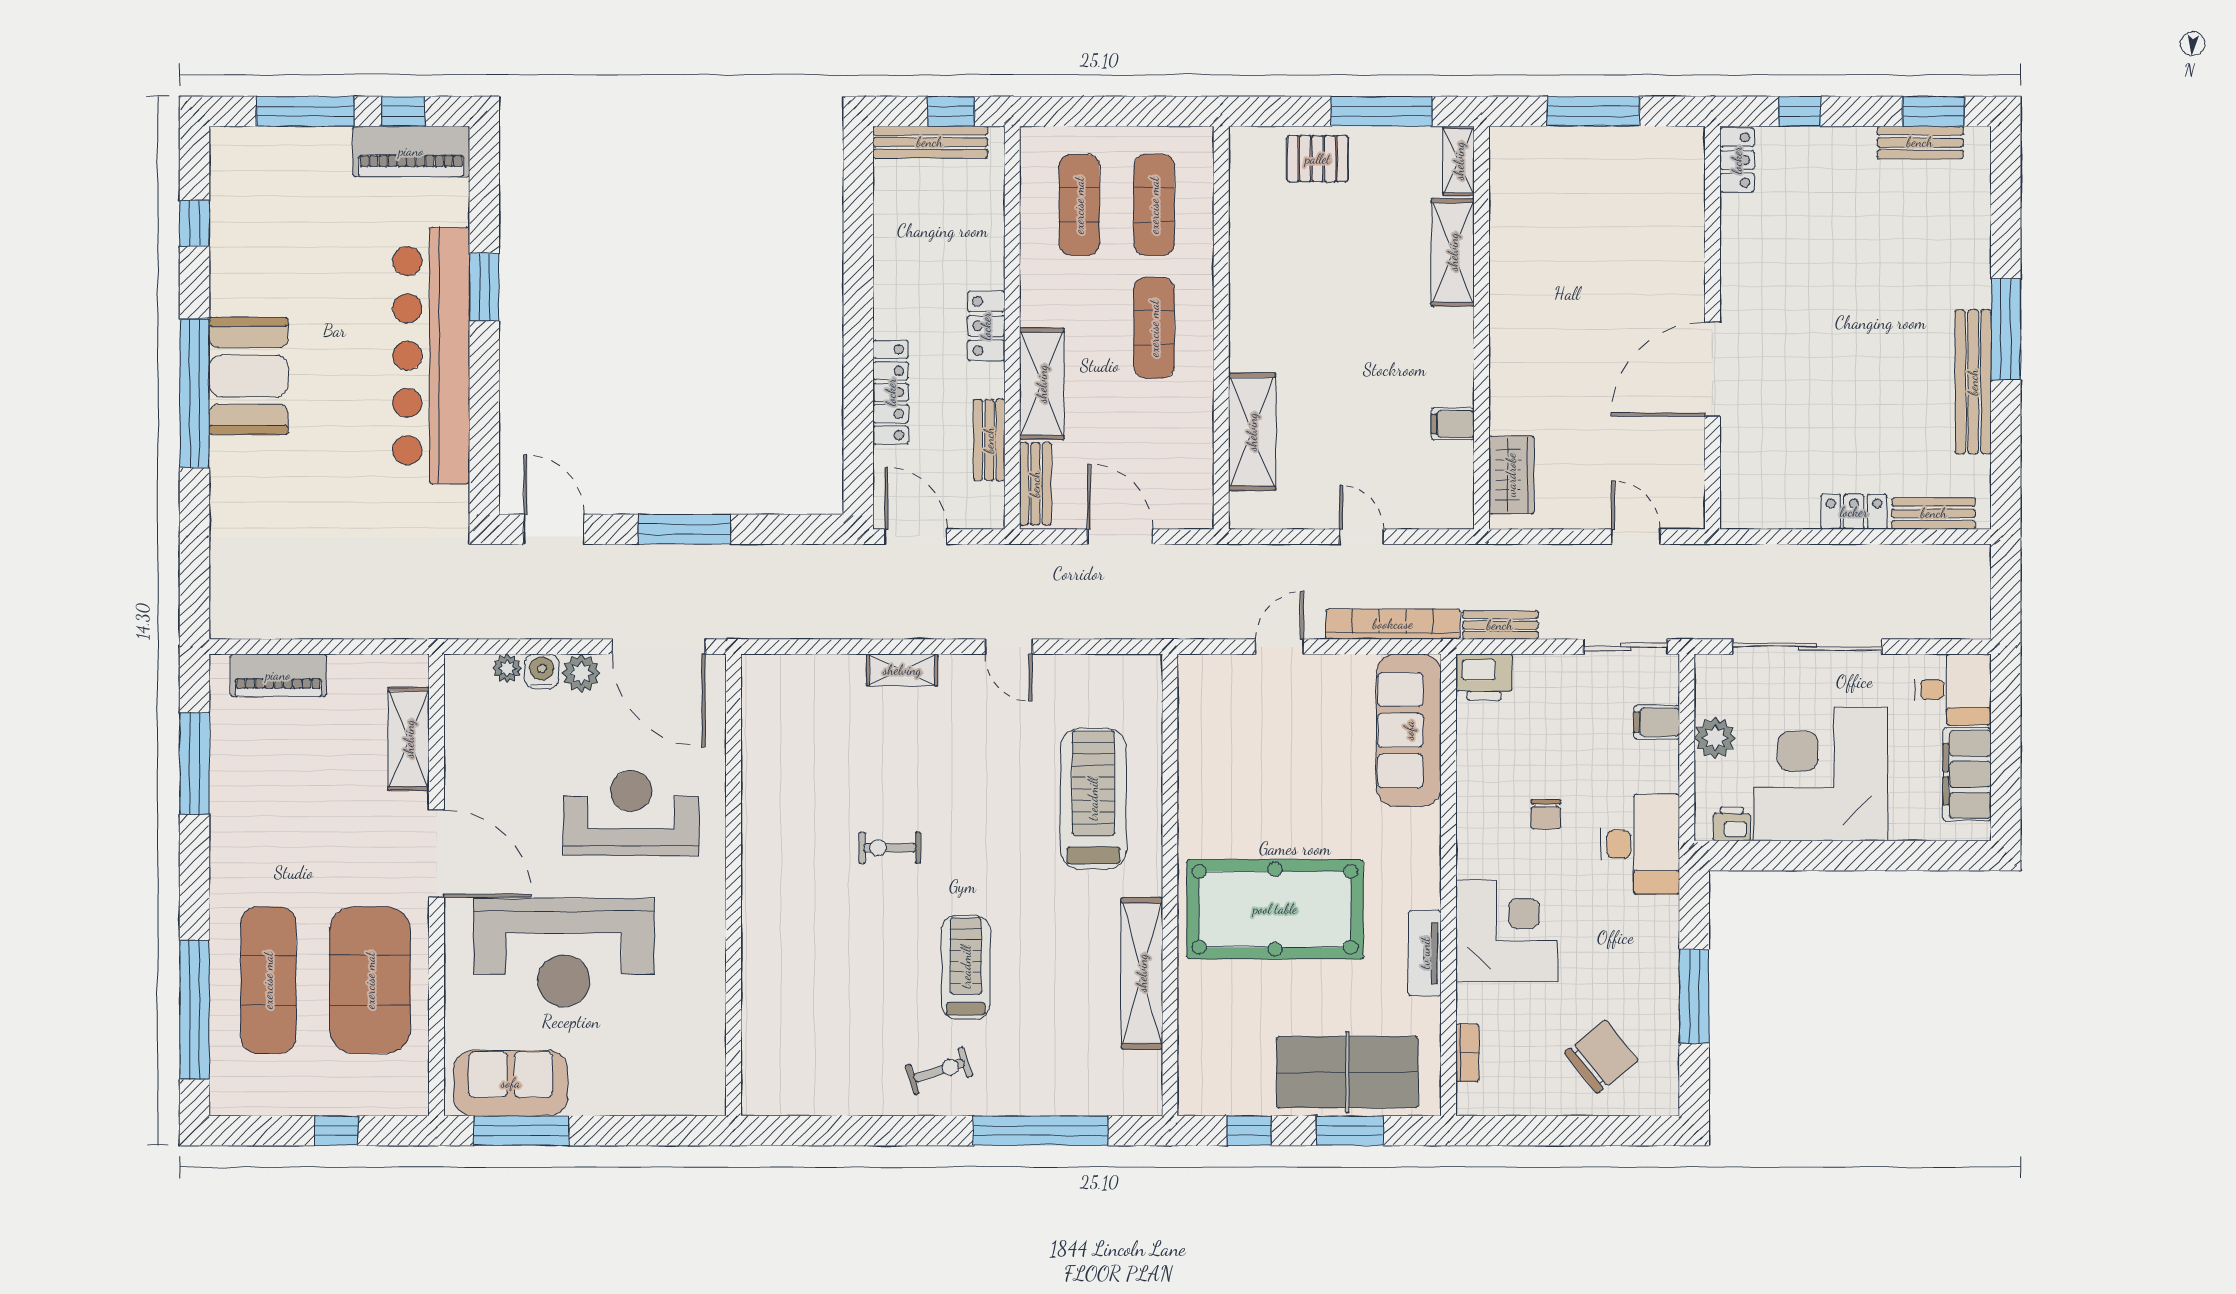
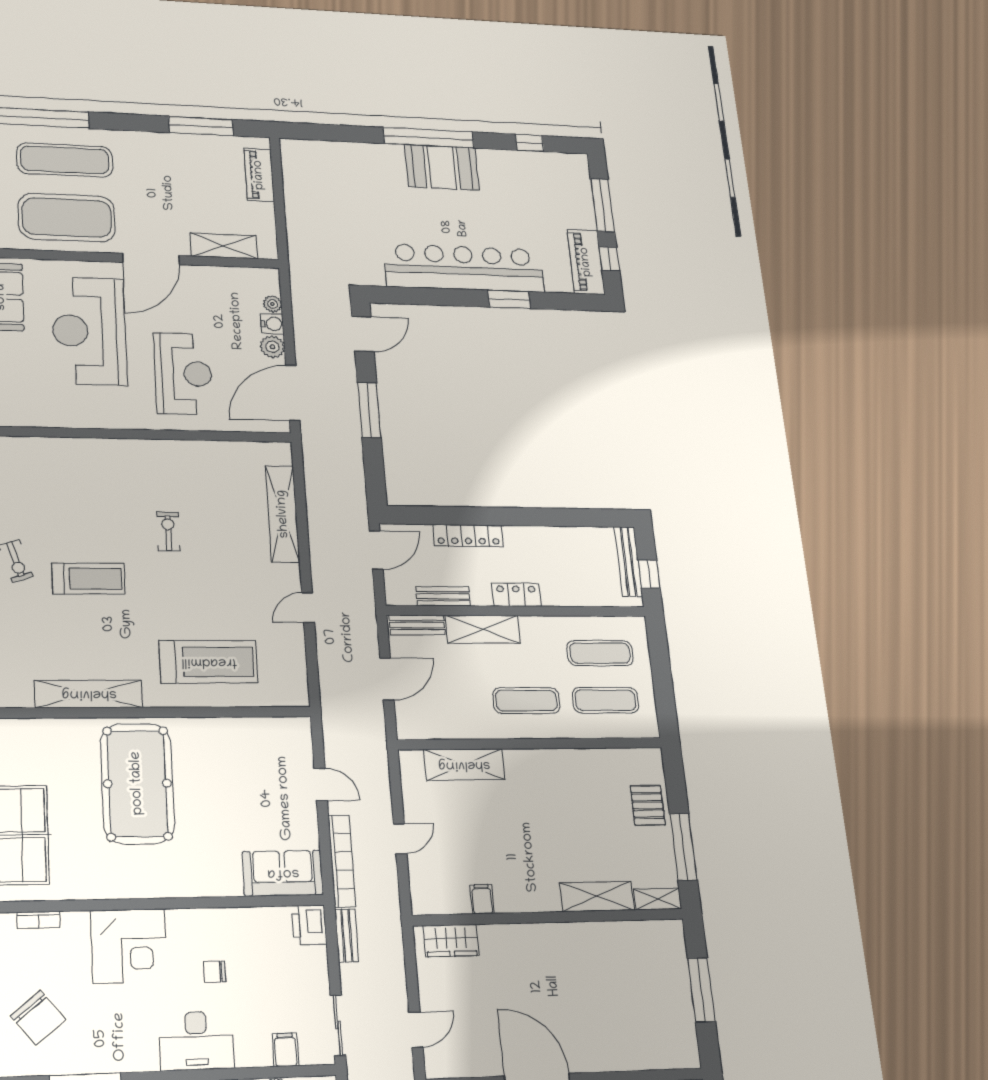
shelving: (902, 670) -> (283, 514), width x2.20, depth x1.33
sofa: (1409, 730) -> (283, 873), width x0.73
tv unit: (1425, 953) -> (110, 888), removed

